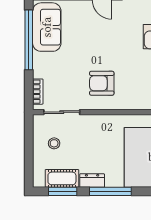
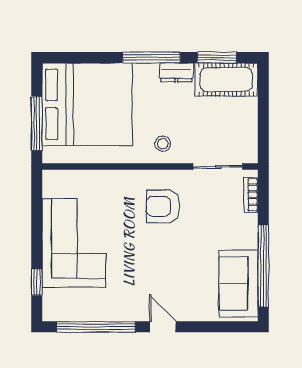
armchair: (102, 83) -> (163, 206), turned 180
stool: (54, 143) -> (163, 144), moved
cot: (62, 178) -> (226, 80), width x1.37, depth x1.34

